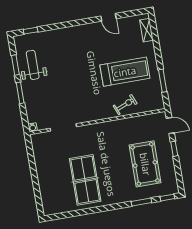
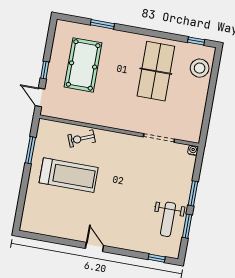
door: (108, 17) -> (95, 247), moved
shelving: (146, 30) -> (28, 212), removed
treadmill: (125, 72) -> (69, 175), turned 180
stool: (51, 195) -> (200, 68), added
window: (167, 198) -> (196, 41), moved

